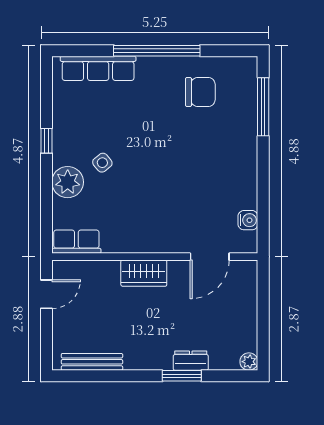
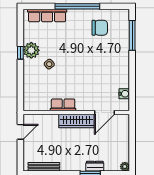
plant: (68, 182) -> (31, 50), moved
row of seats: (76, 242) -> (63, 105), moved
wardrobe: (144, 273) -> (76, 121), width x1.50

